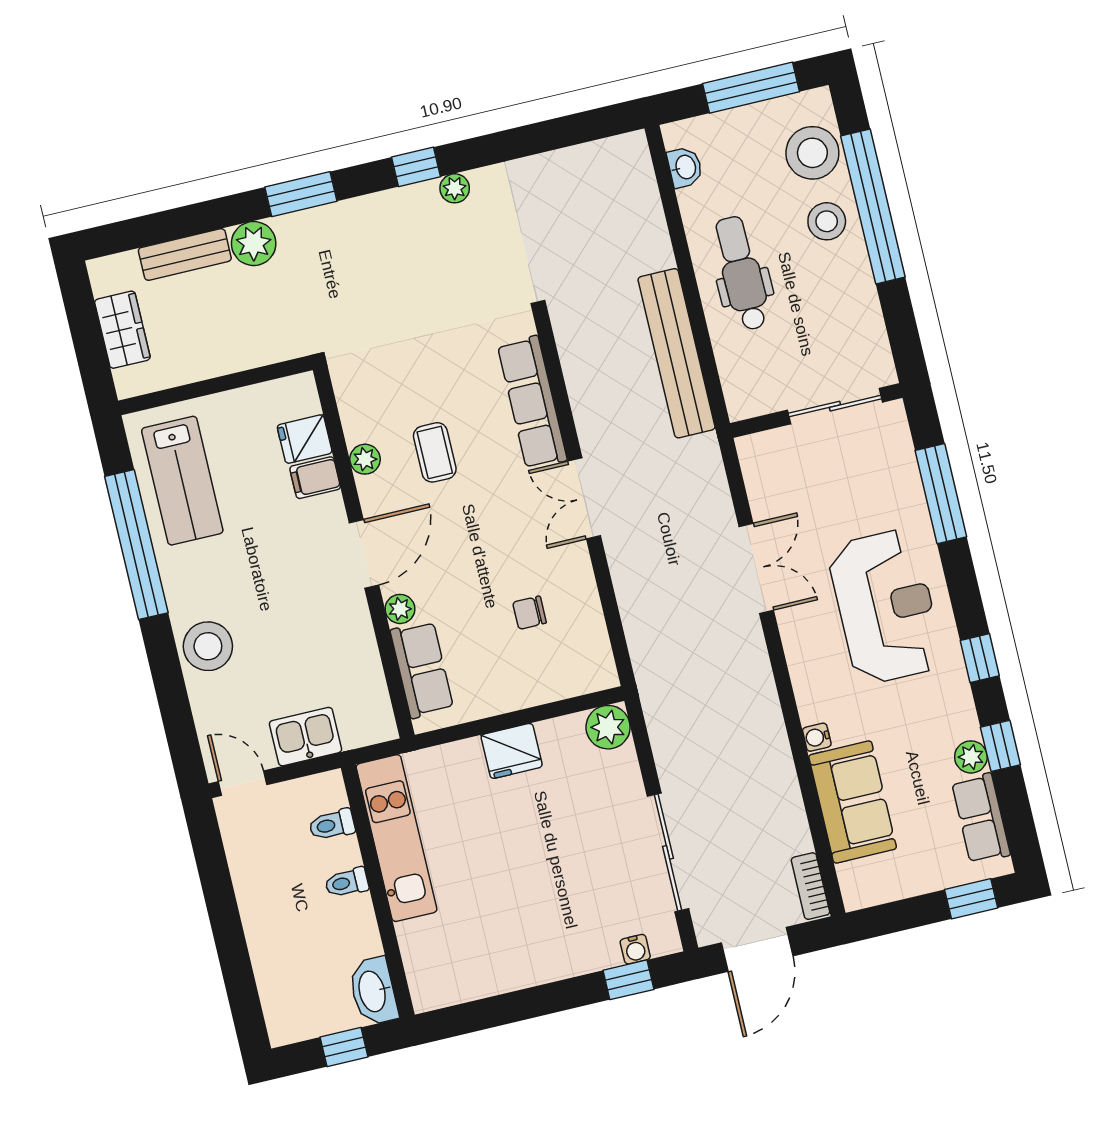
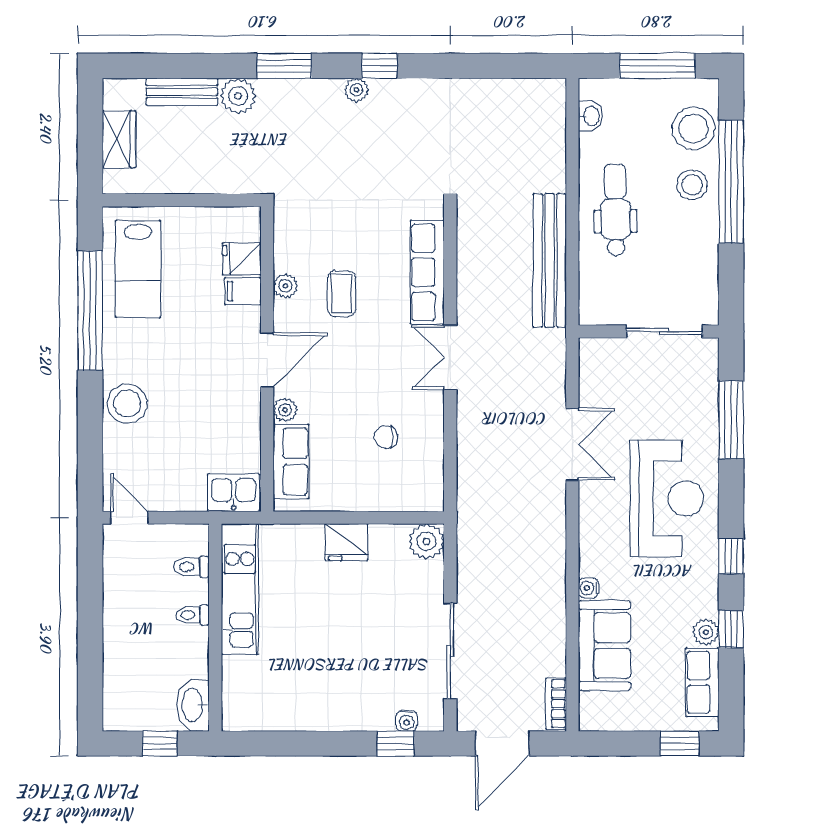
plant: (455, 188) -> (356, 90), moved
kitchen sink: (305, 737) -> (234, 493), moved

